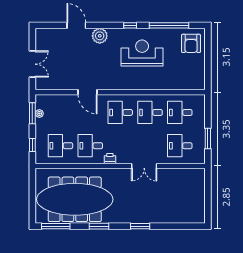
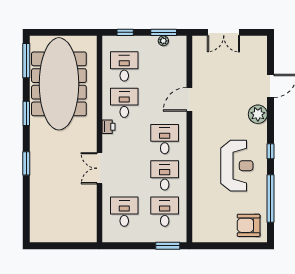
window: (208, 139) -> (168, 246), moved

